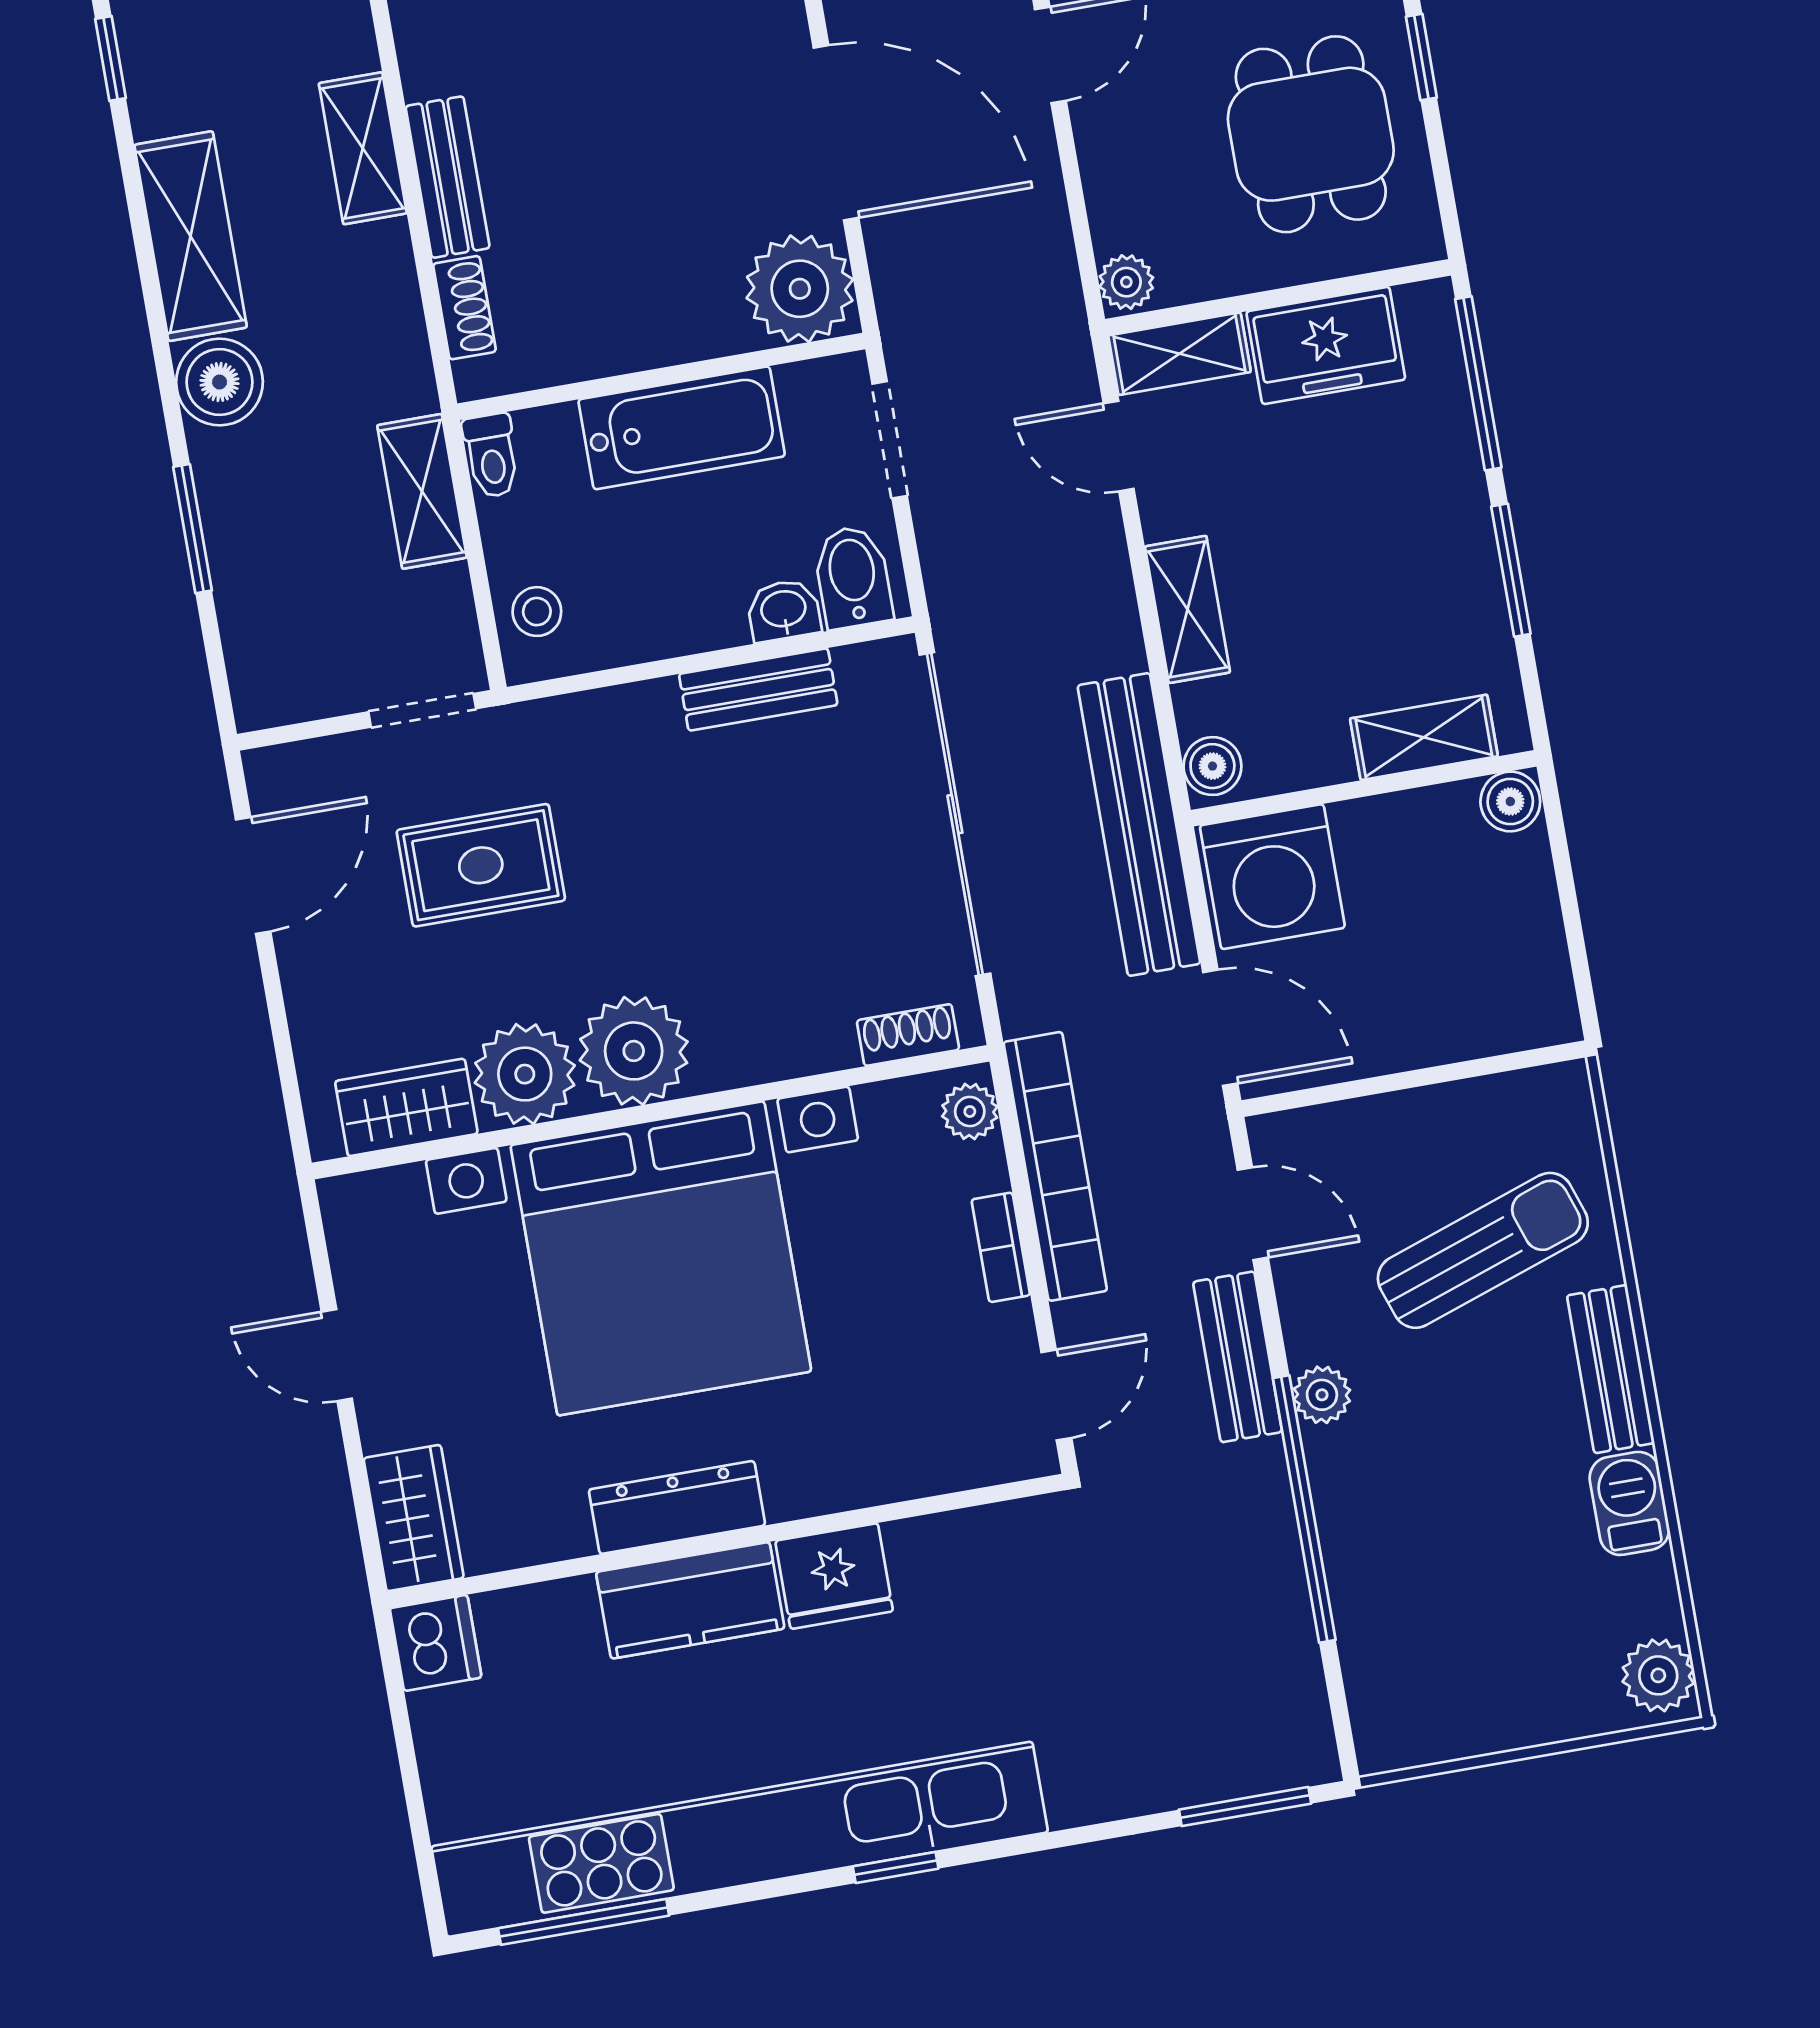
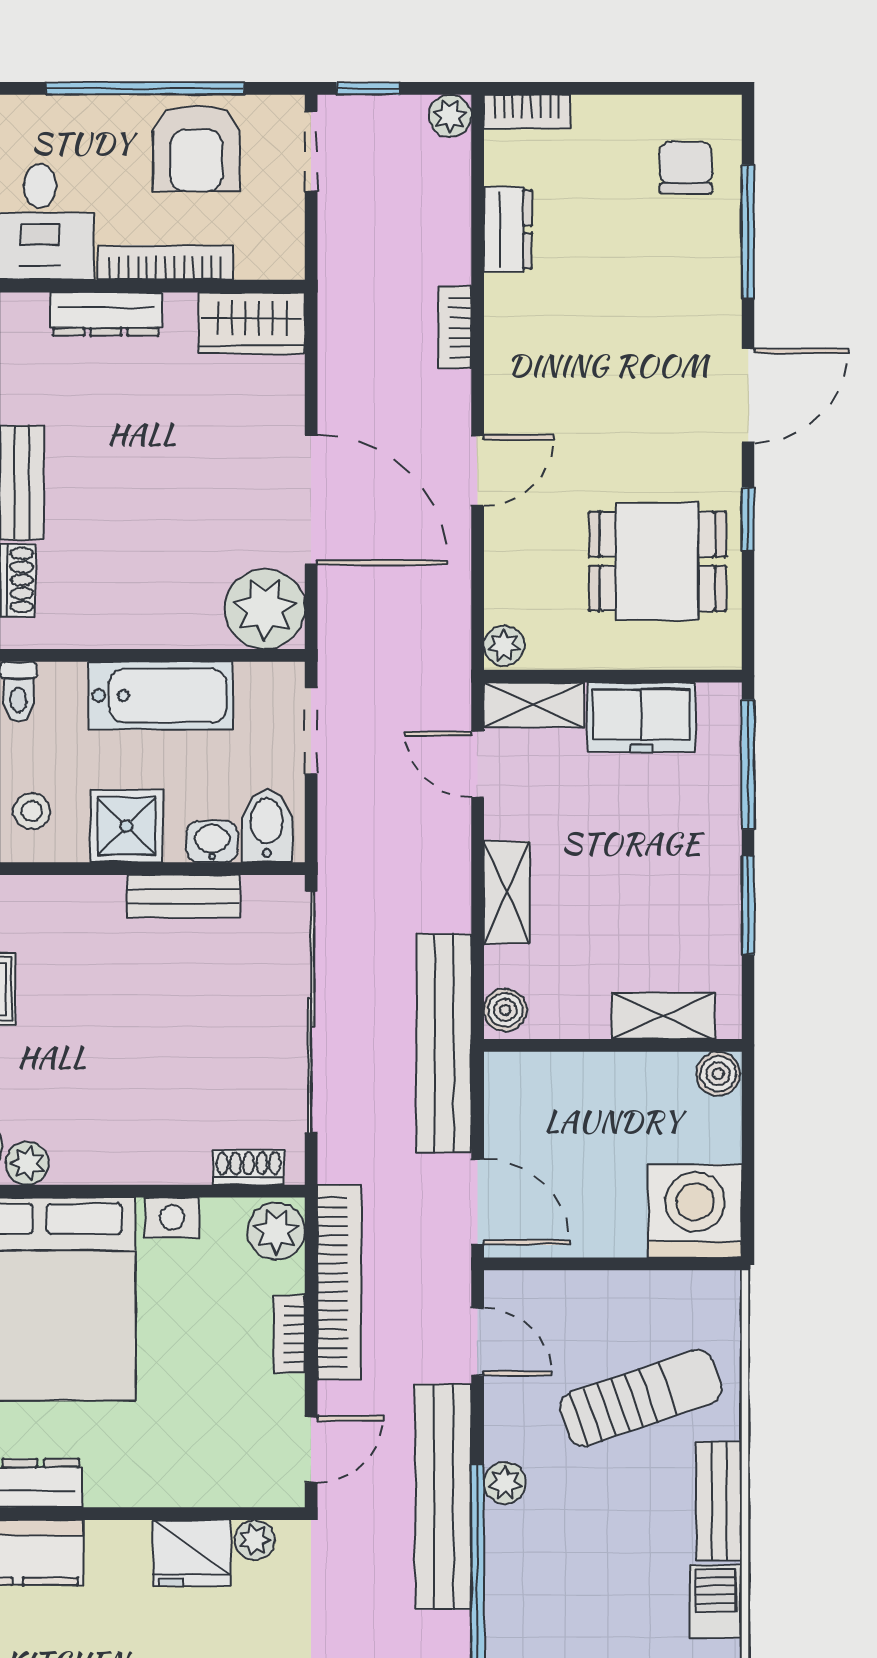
dining table: (1311, 134) -> (657, 561), turned 90
shower: (666, 609) -> (126, 826), added
washing machine: (1272, 877) -> (695, 1211), moved, turned 180
plant: (634, 1051) -> (27, 1163), width x0.53, depth x0.53
plant: (970, 1112) -> (276, 1231), width x1.38, depth x1.38
bench: (1238, 1357) -> (443, 1497), width x1.86, depth x1.21
plant: (1002, 1529) -> (255, 1540), added
fridge: (834, 1576) -> (192, 1553), moved

